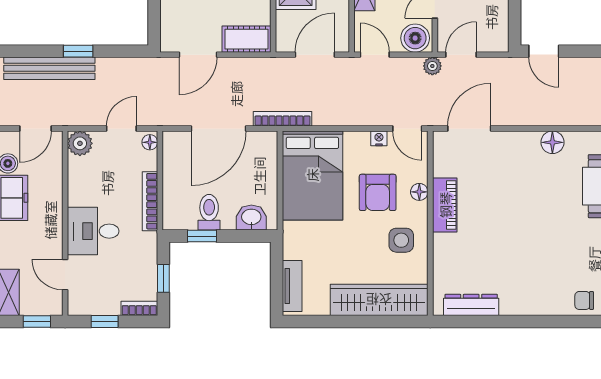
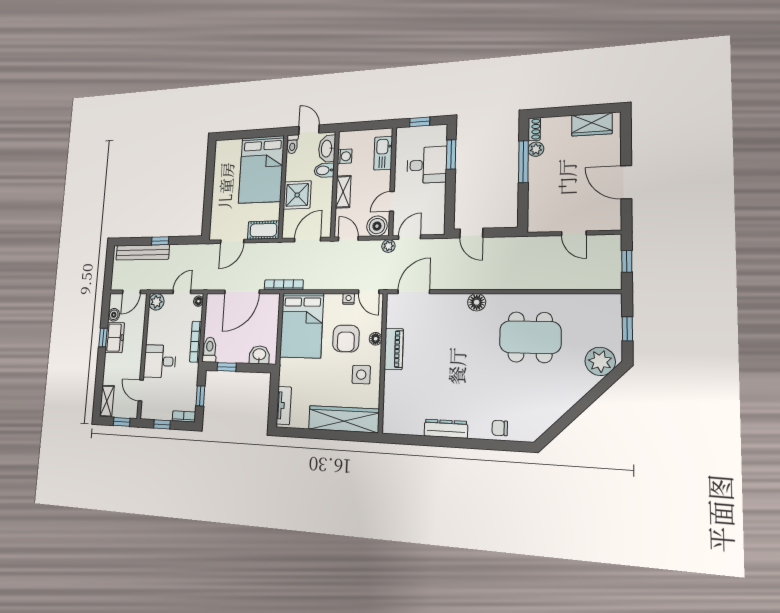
toilet: (209, 212) -> (210, 350), moved
dresser: (471, 305) -> (446, 429), moved

